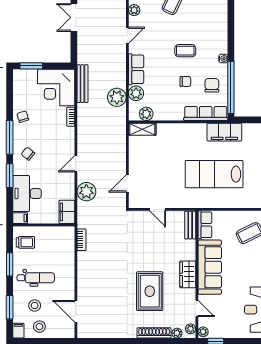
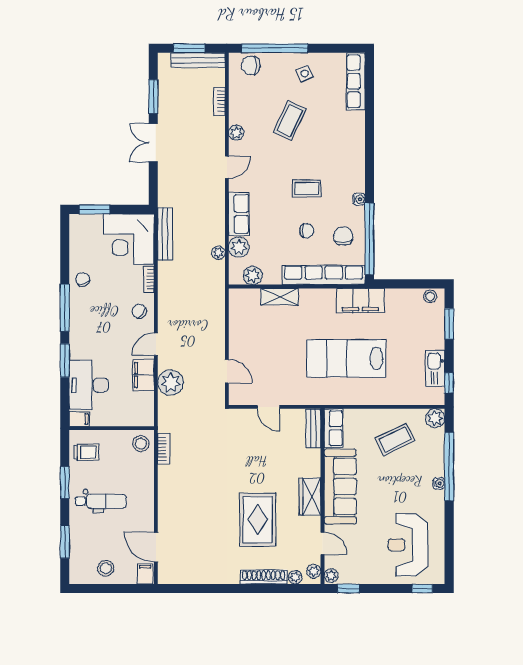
plant: (117, 97) -> (218, 253), width x0.53, depth x0.53
row of seats: (206, 113) -> (324, 275), width x1.36
shelving: (142, 129) -> (280, 297), moved
chair: (28, 154) -> (139, 311), moved
door: (127, 183) -> (227, 371), swing flipped
filing cabinet: (67, 212) -> (143, 375), moved
stool: (35, 306) -> (141, 444), moved
filing cabinet: (18, 331) -> (145, 574), moved

